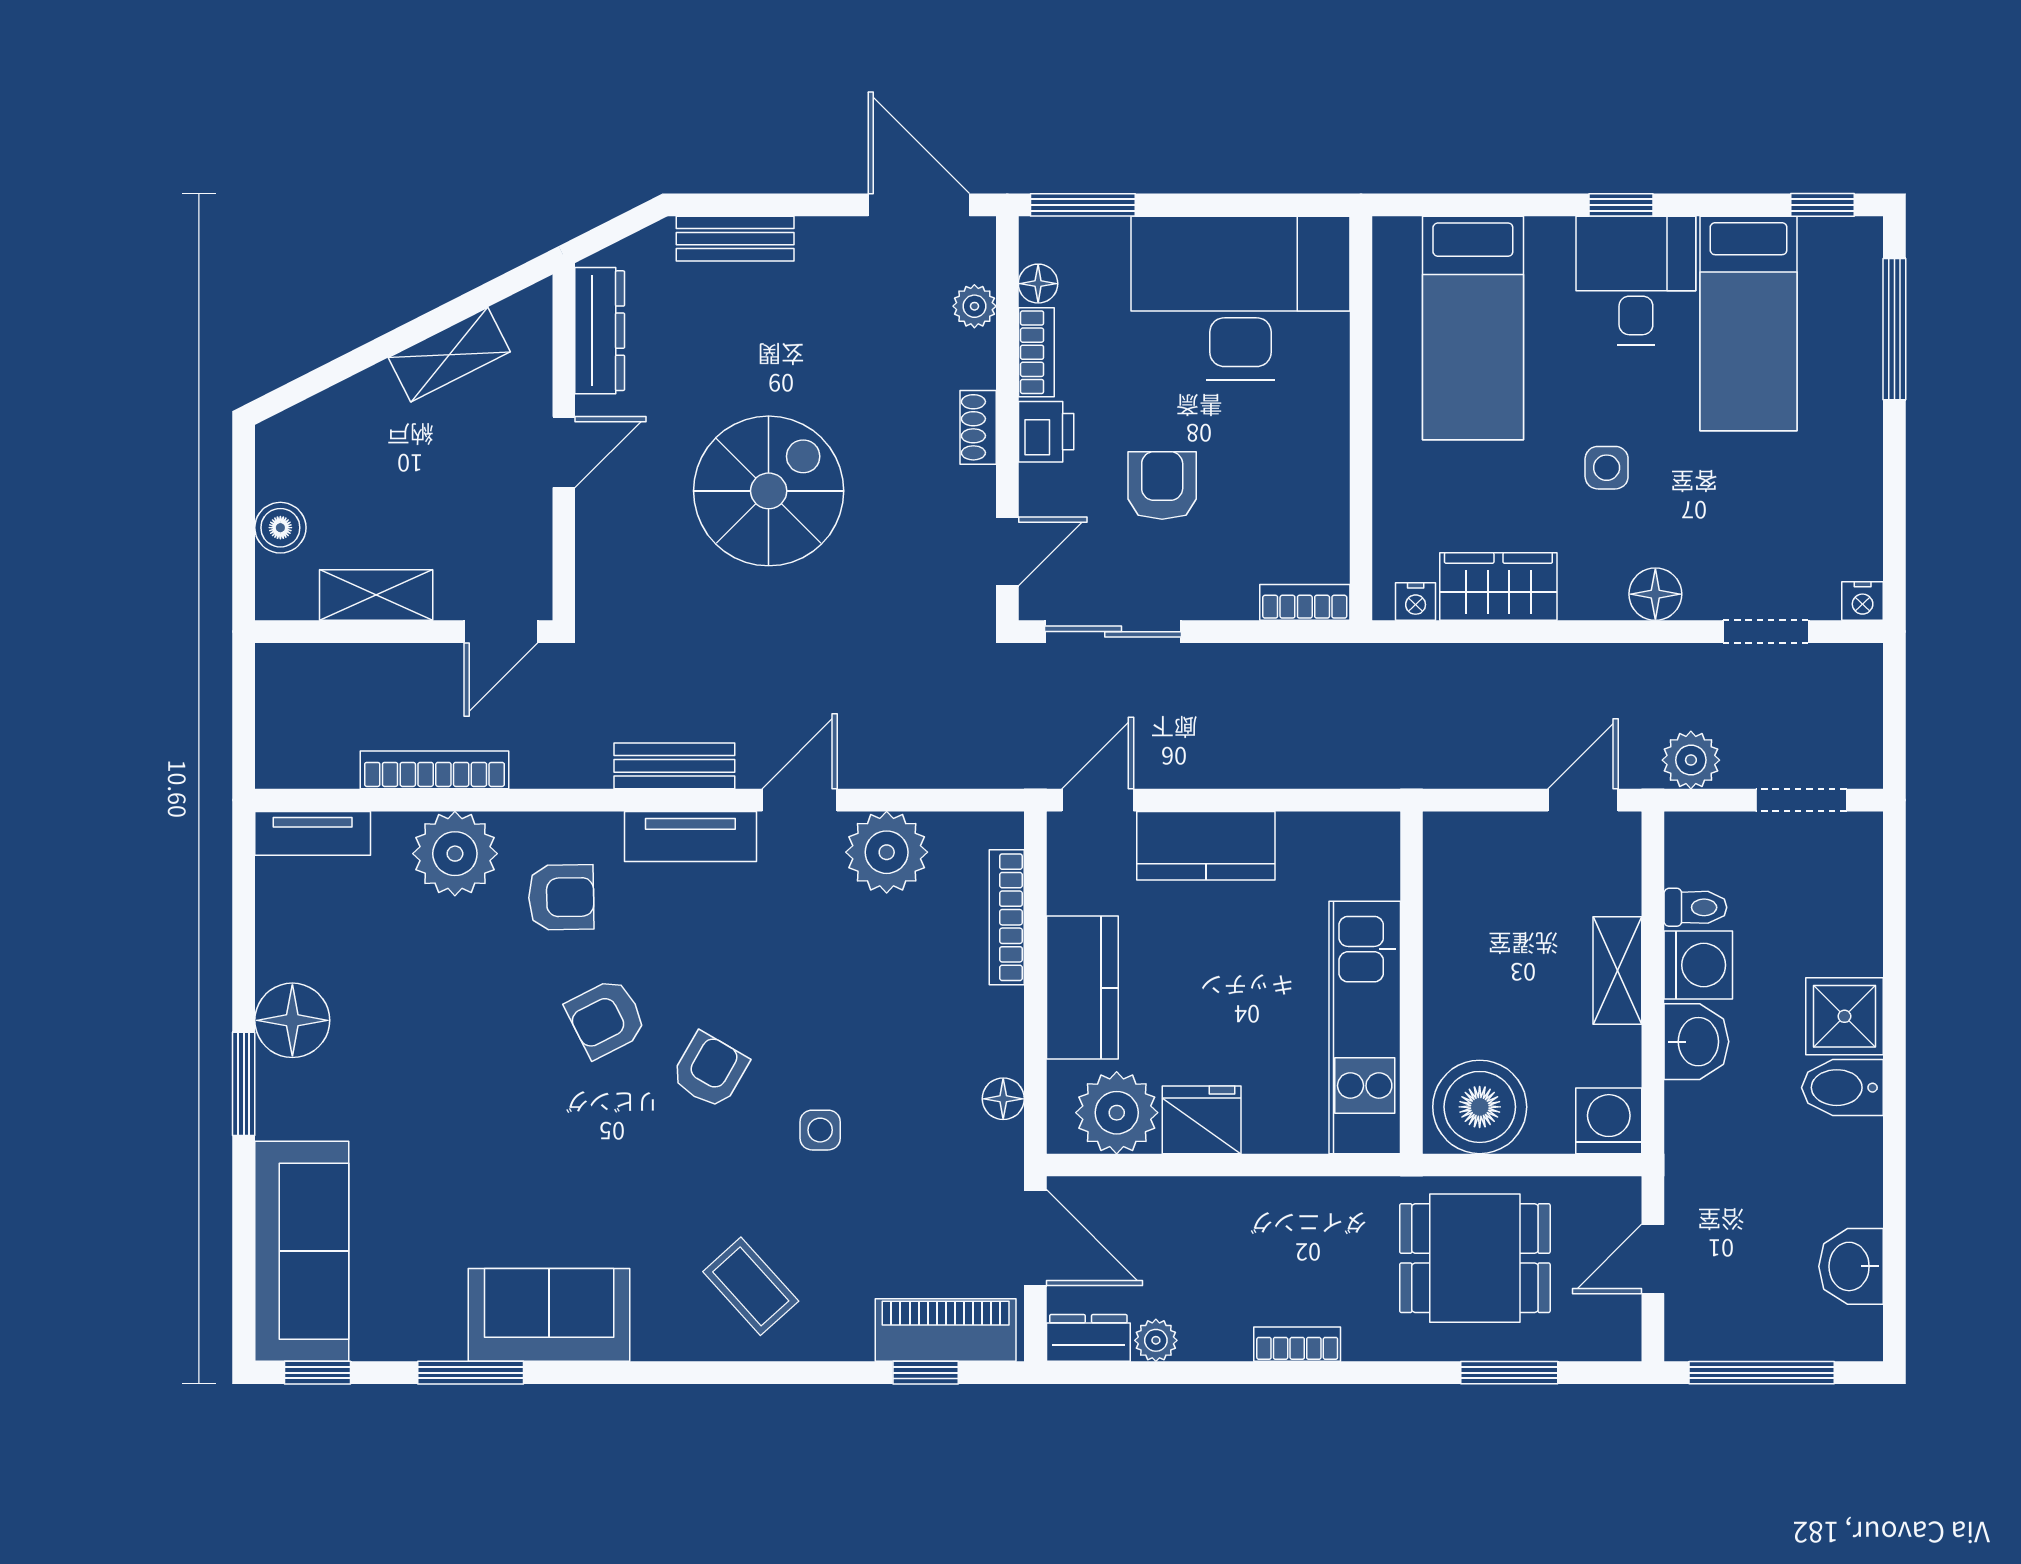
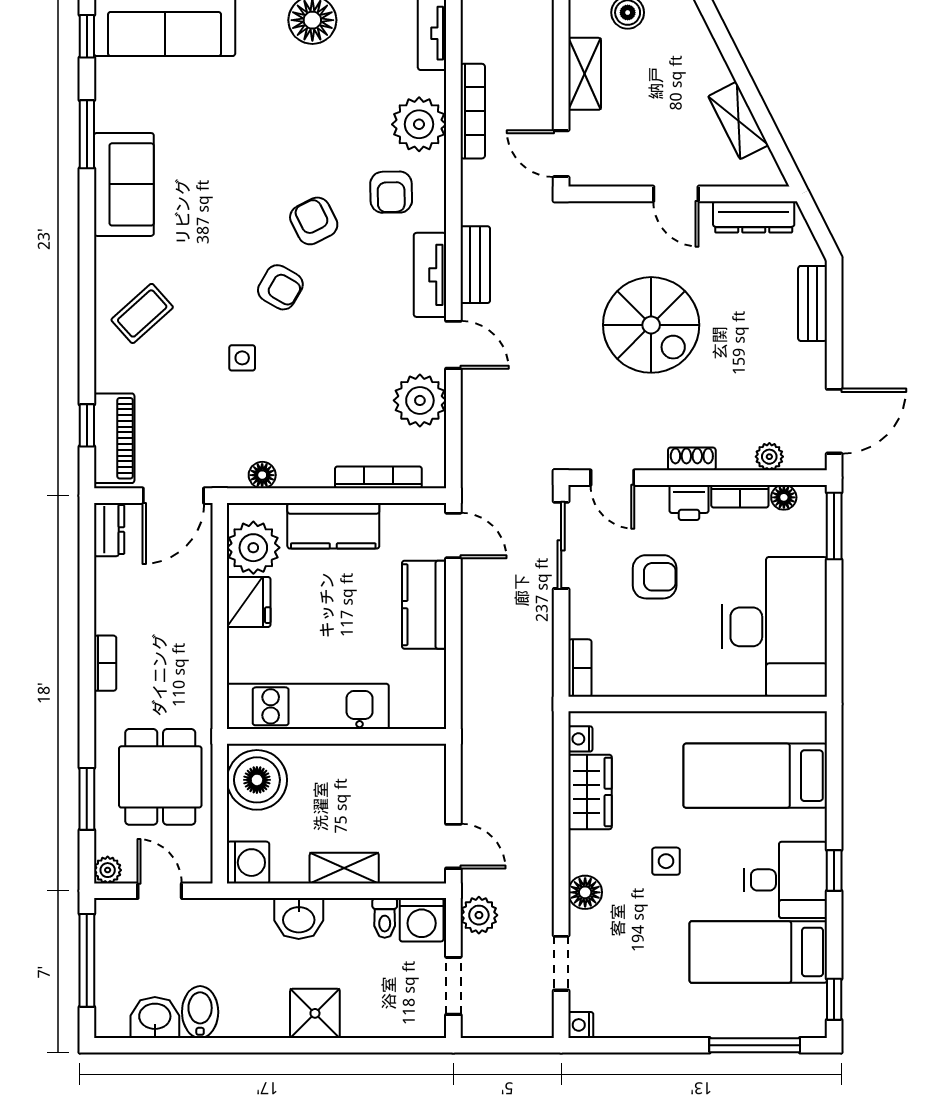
washing machine: (1698, 965) -> (422, 920), moved
bidet: (1842, 1088) -> (200, 1012), moved
plant: (1156, 1340) -> (108, 870), moved

